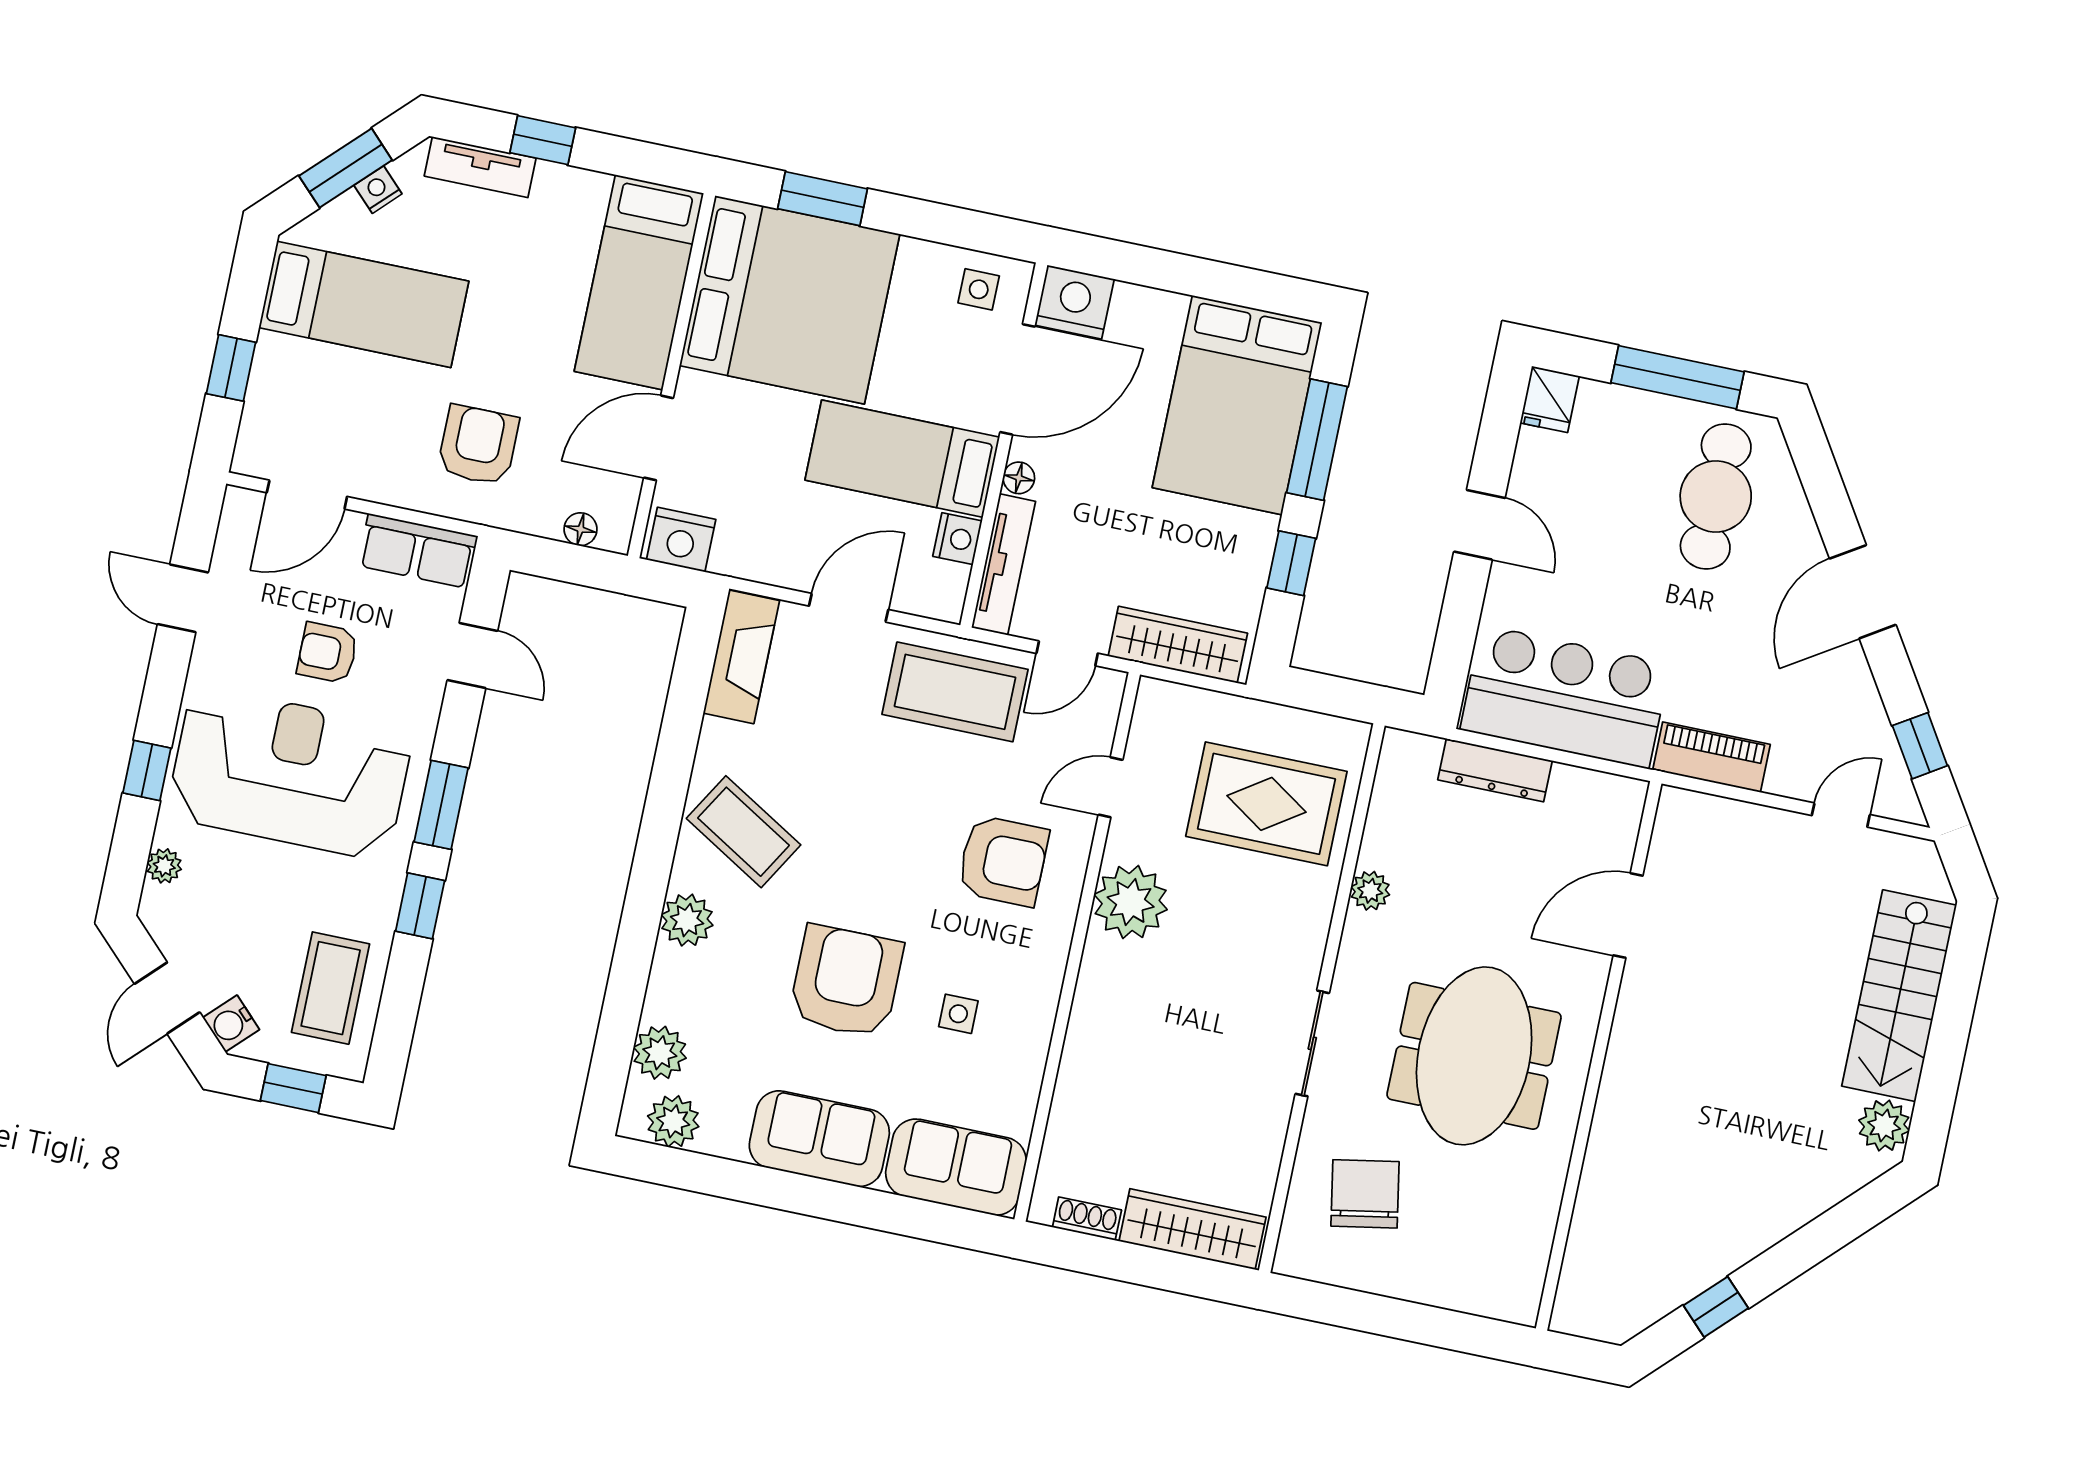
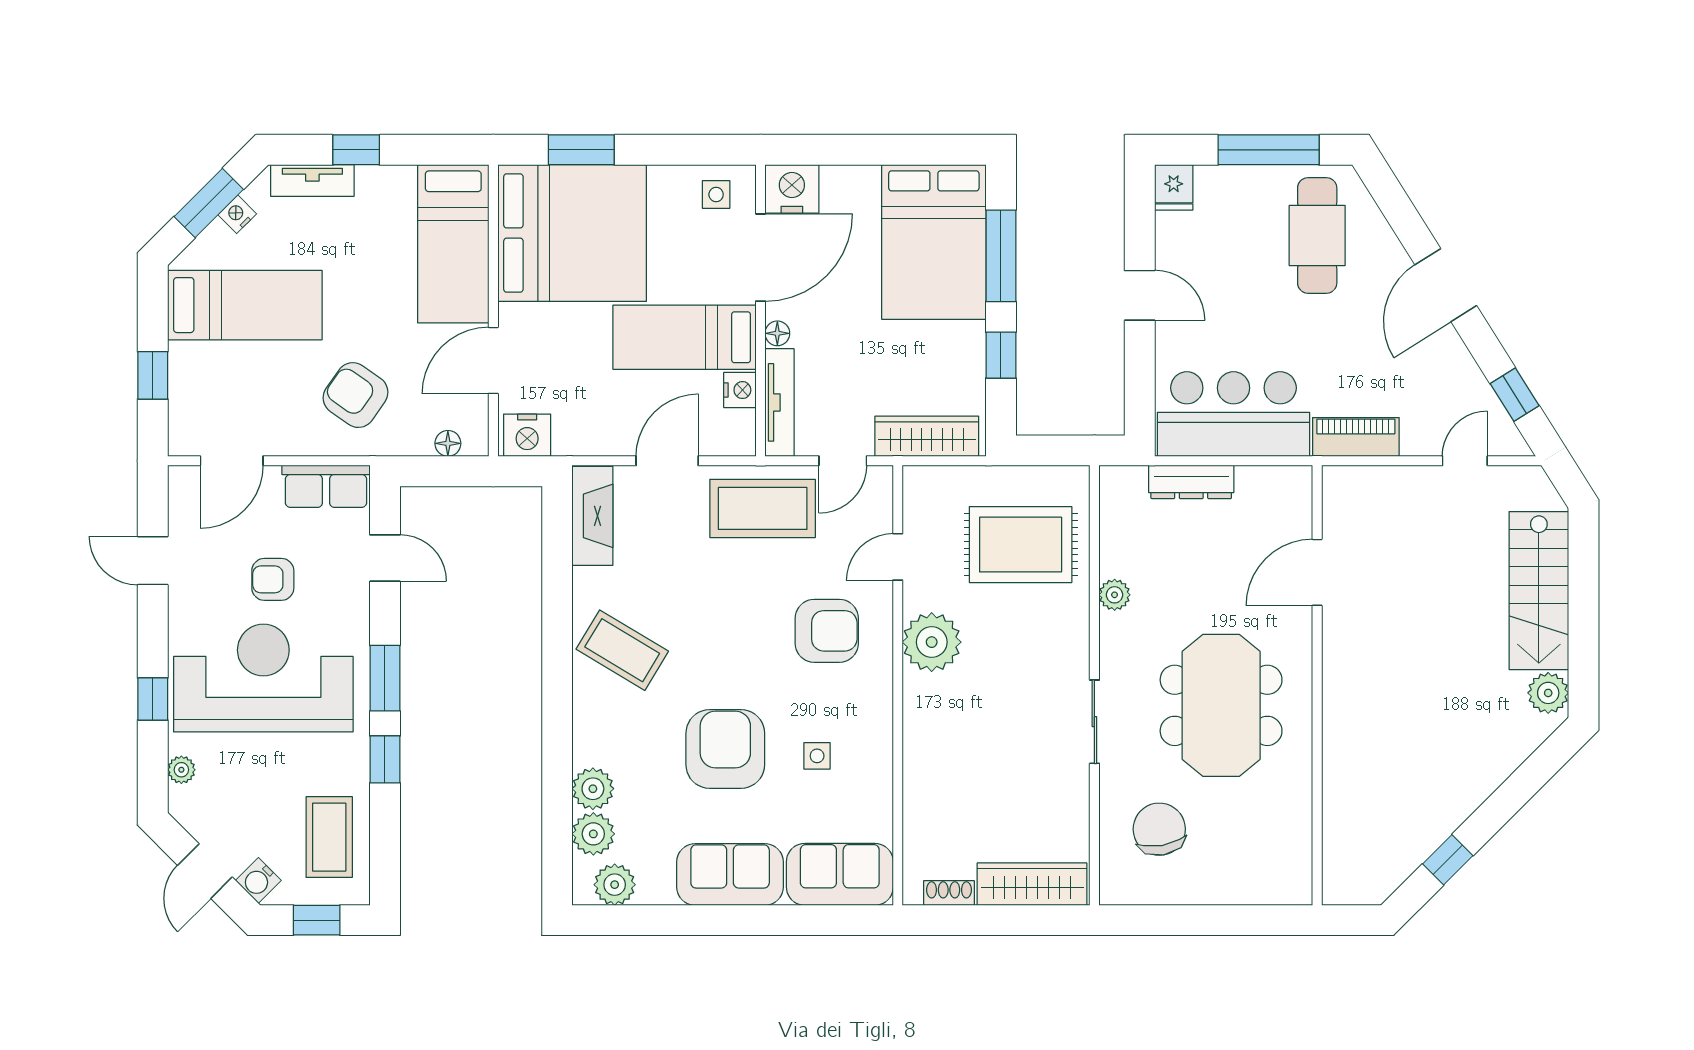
armchair: (478, 445) -> (356, 395), turned -55
plant: (687, 920) -> (593, 789), moved

